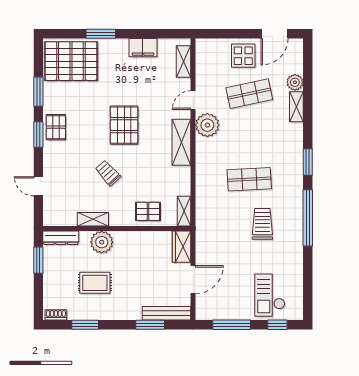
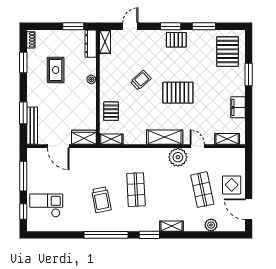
pallet: (71, 61) -> (228, 52), width x0.73, depth x0.71
shelving: (296, 107) -> (172, 226), moved
shelving: (93, 219) -> (105, 42), moved
trolley: (262, 224) -> (101, 200), turned 79
plant: (102, 242) -> (91, 79), width x0.53, depth x0.53

